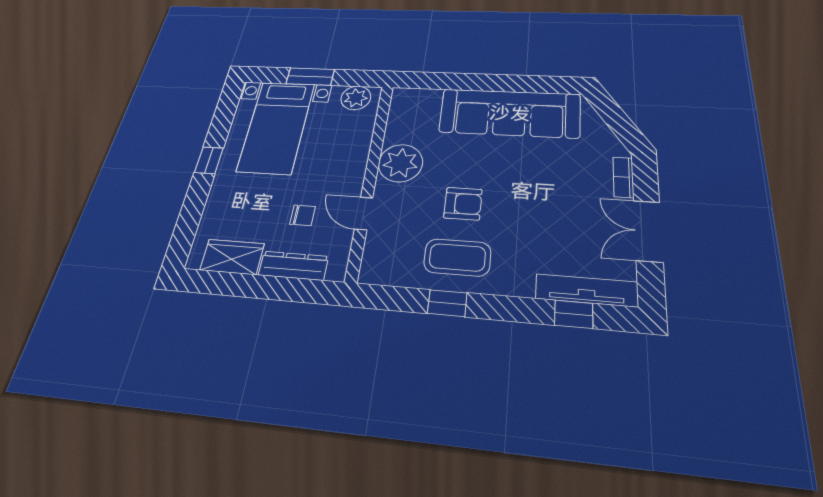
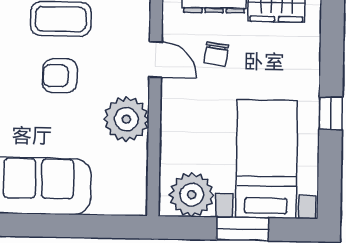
plant: (356, 98) -> (192, 195), width x1.36, depth x1.36
chair: (303, 215) -> (216, 54), turned -82

